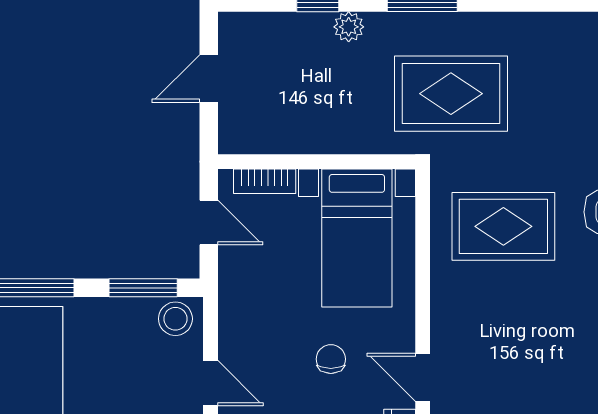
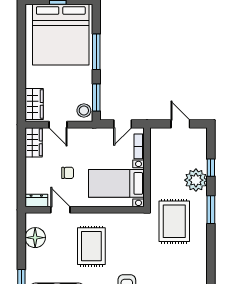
plant: (349, 27) -> (196, 180), width x1.88, depth x1.88
rug: (503, 226) -> (91, 246), moved
door: (423, 377) -> (60, 210), hinge flipped
door: (210, 383) -> (58, 125), hinge flipped

